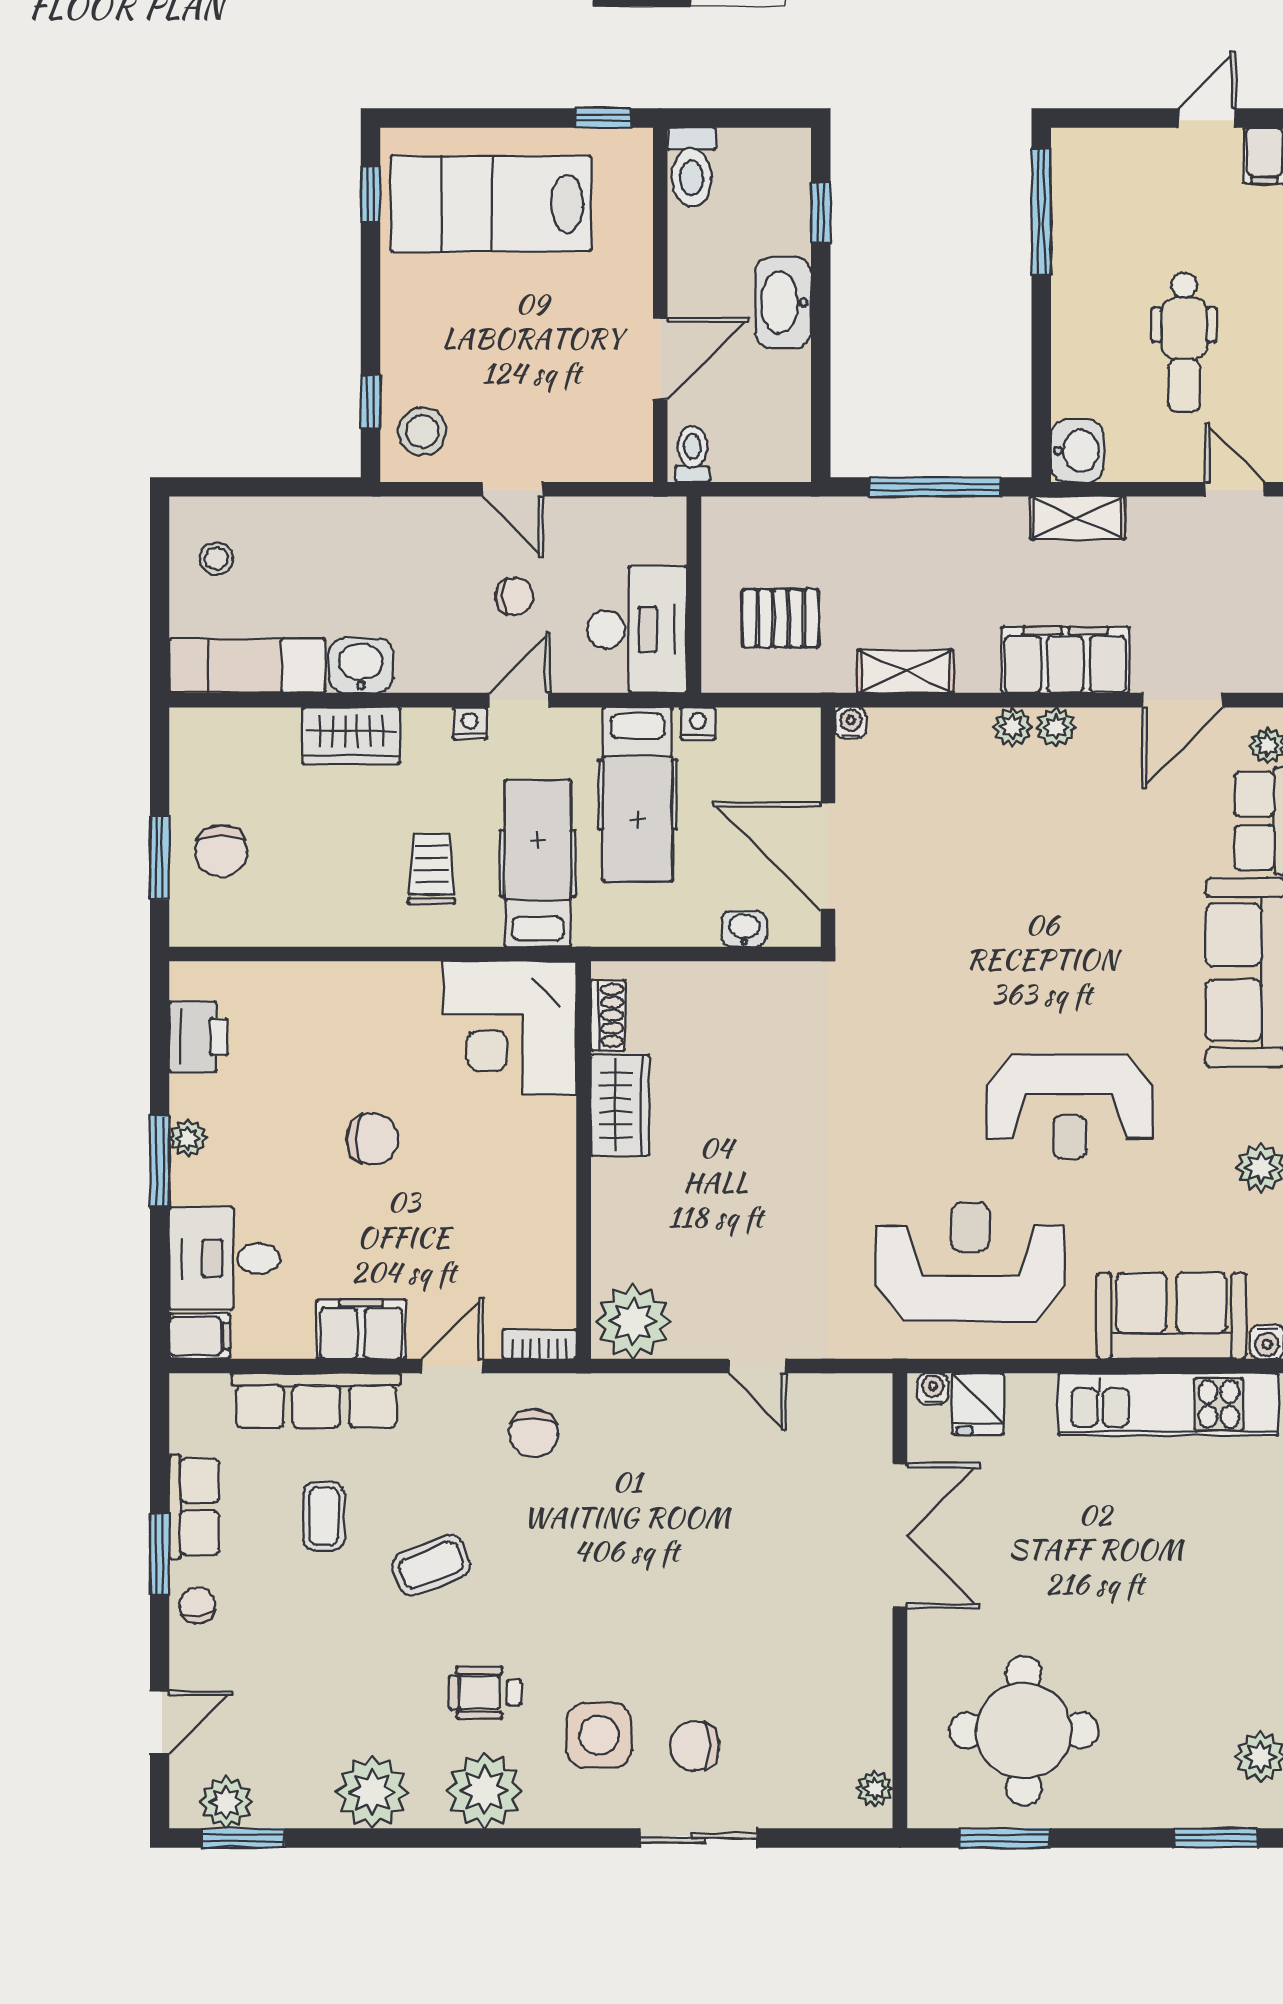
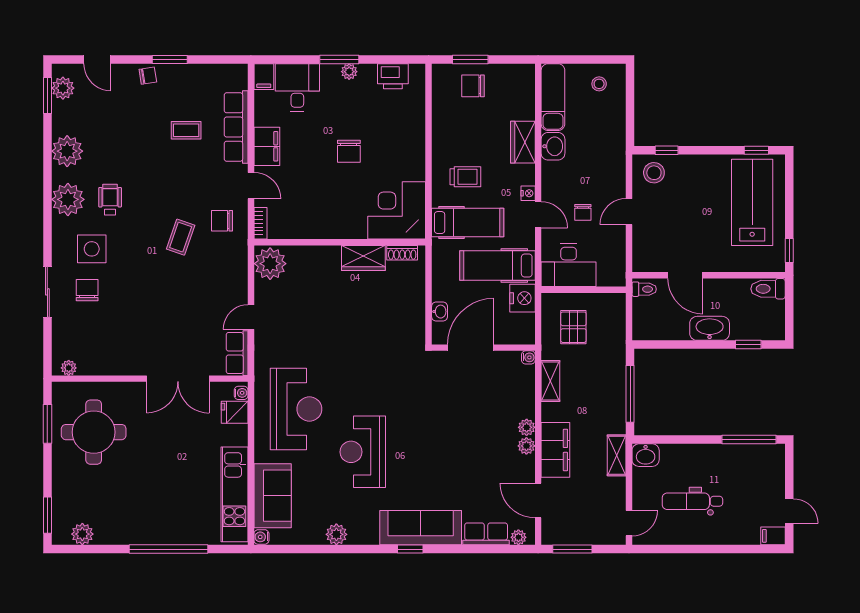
nightstand: (698, 724) -> (522, 298), width x1.89, depth x1.79
row of seats: (194, 1507) -> (237, 353), moved, turned 90
coffee table: (431, 1565) -> (181, 237), moved, turned 41

